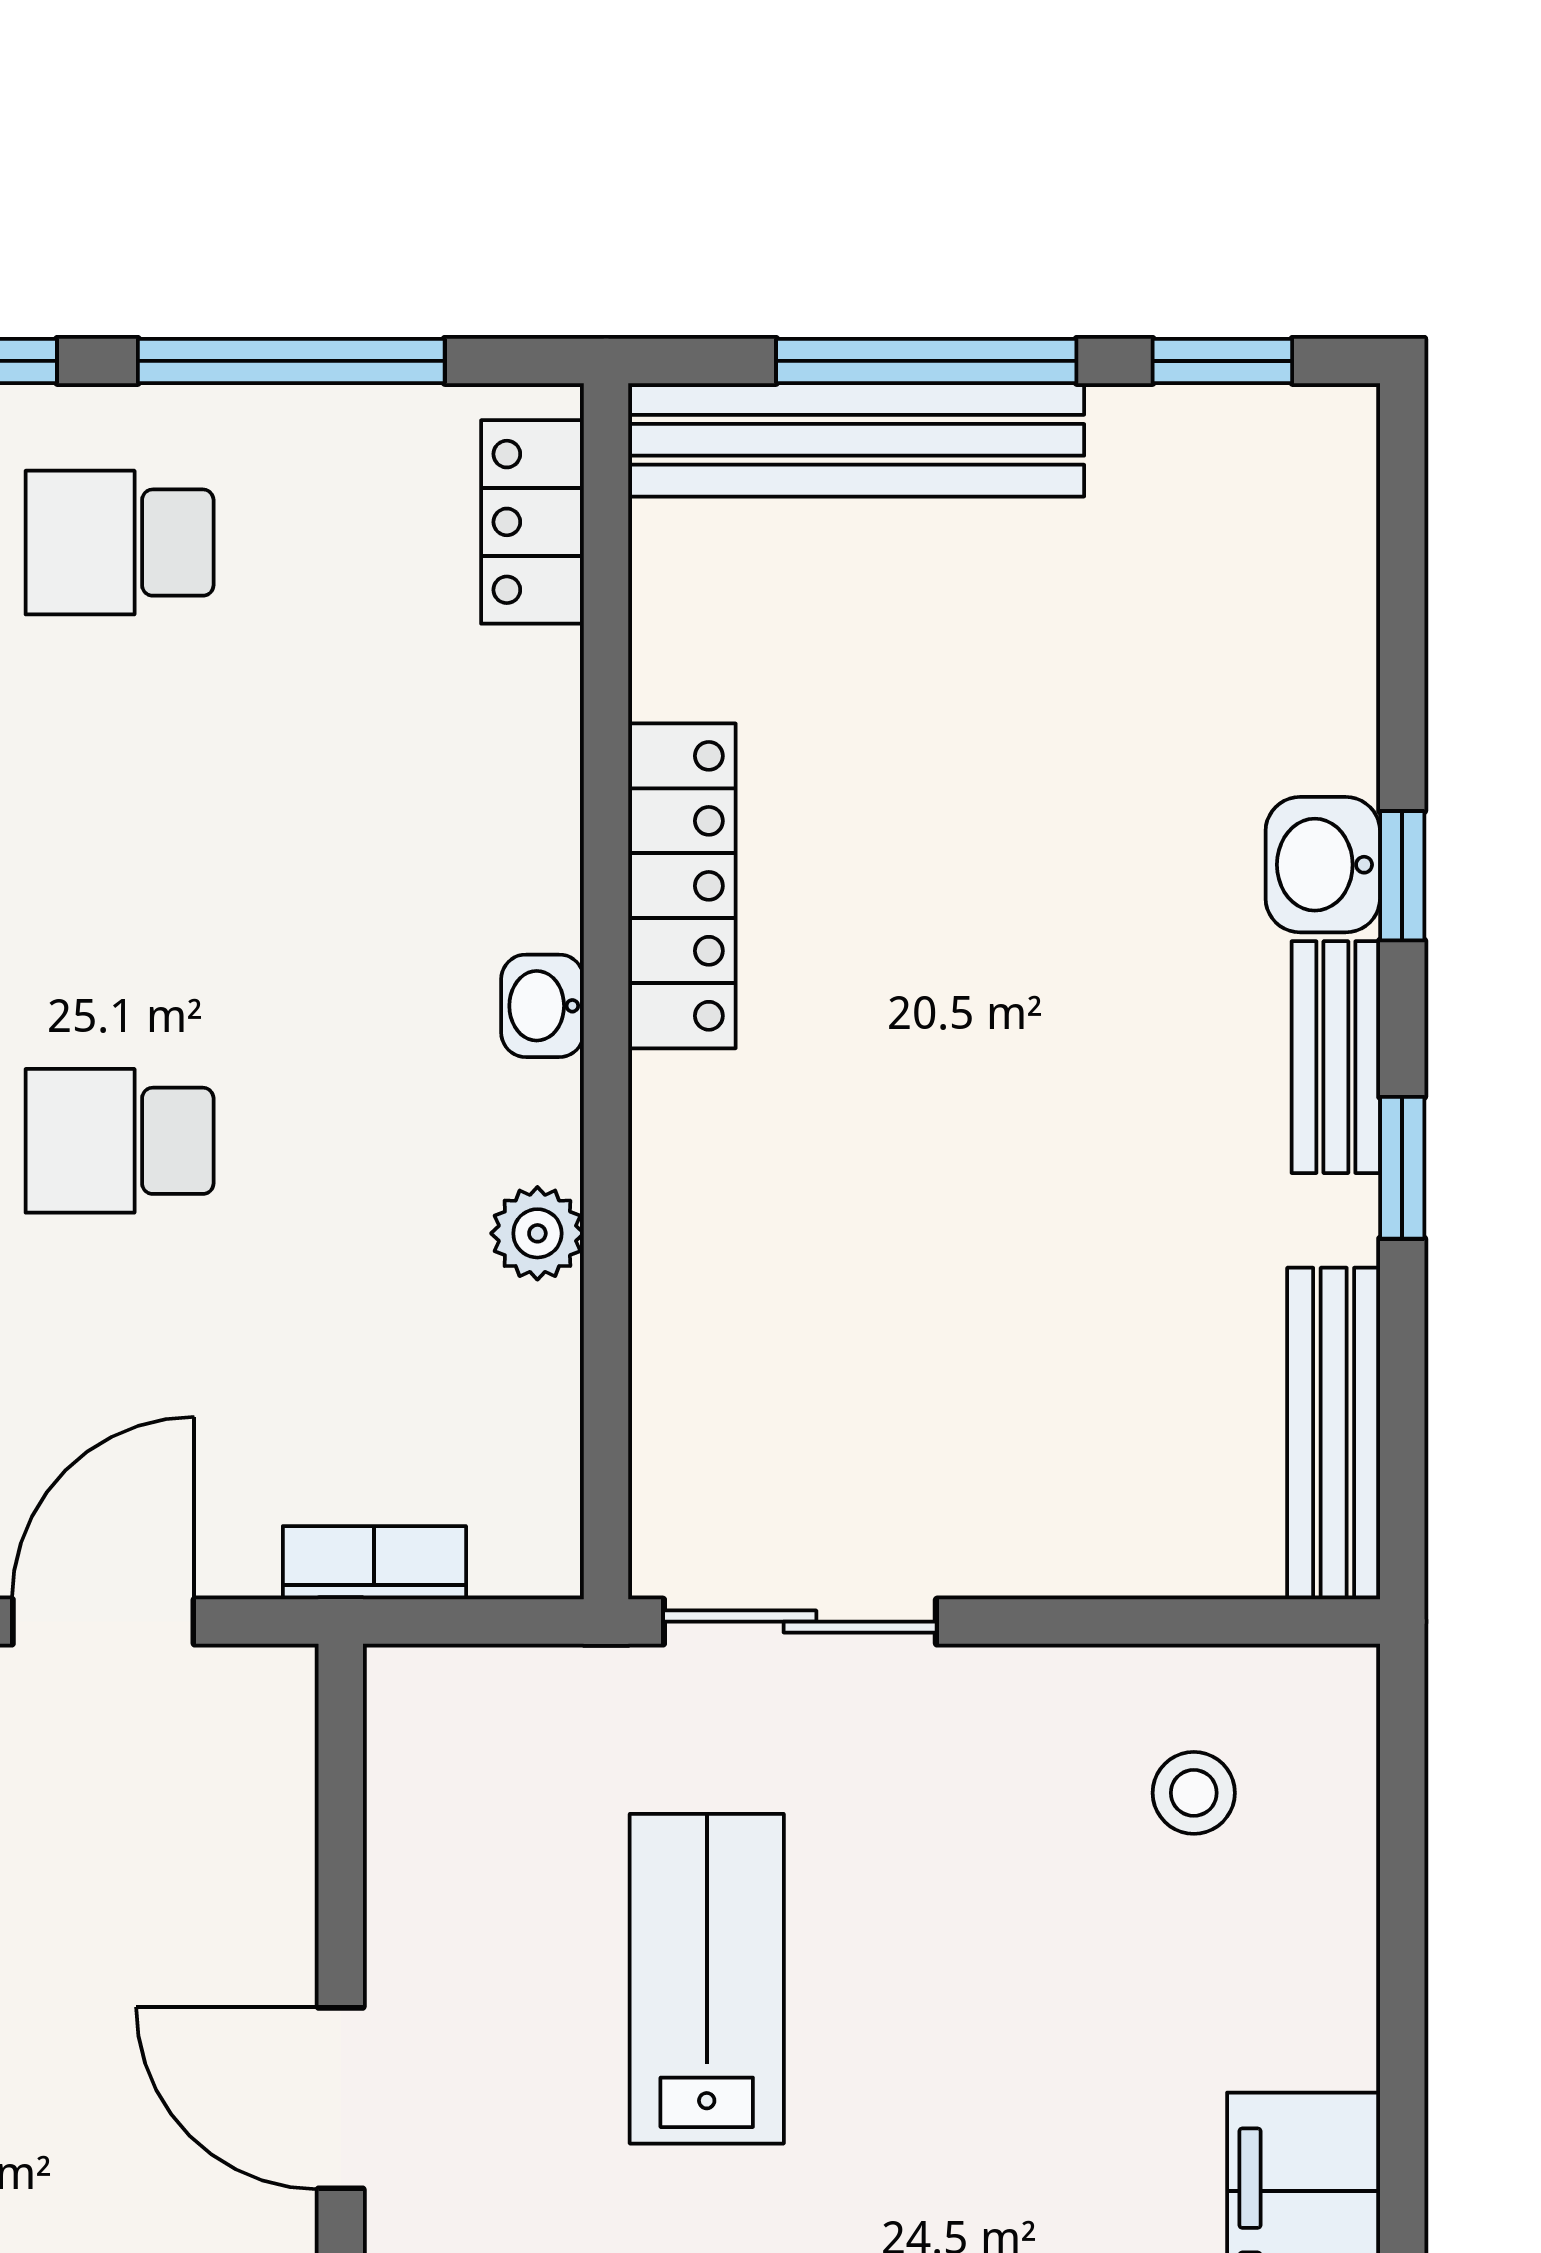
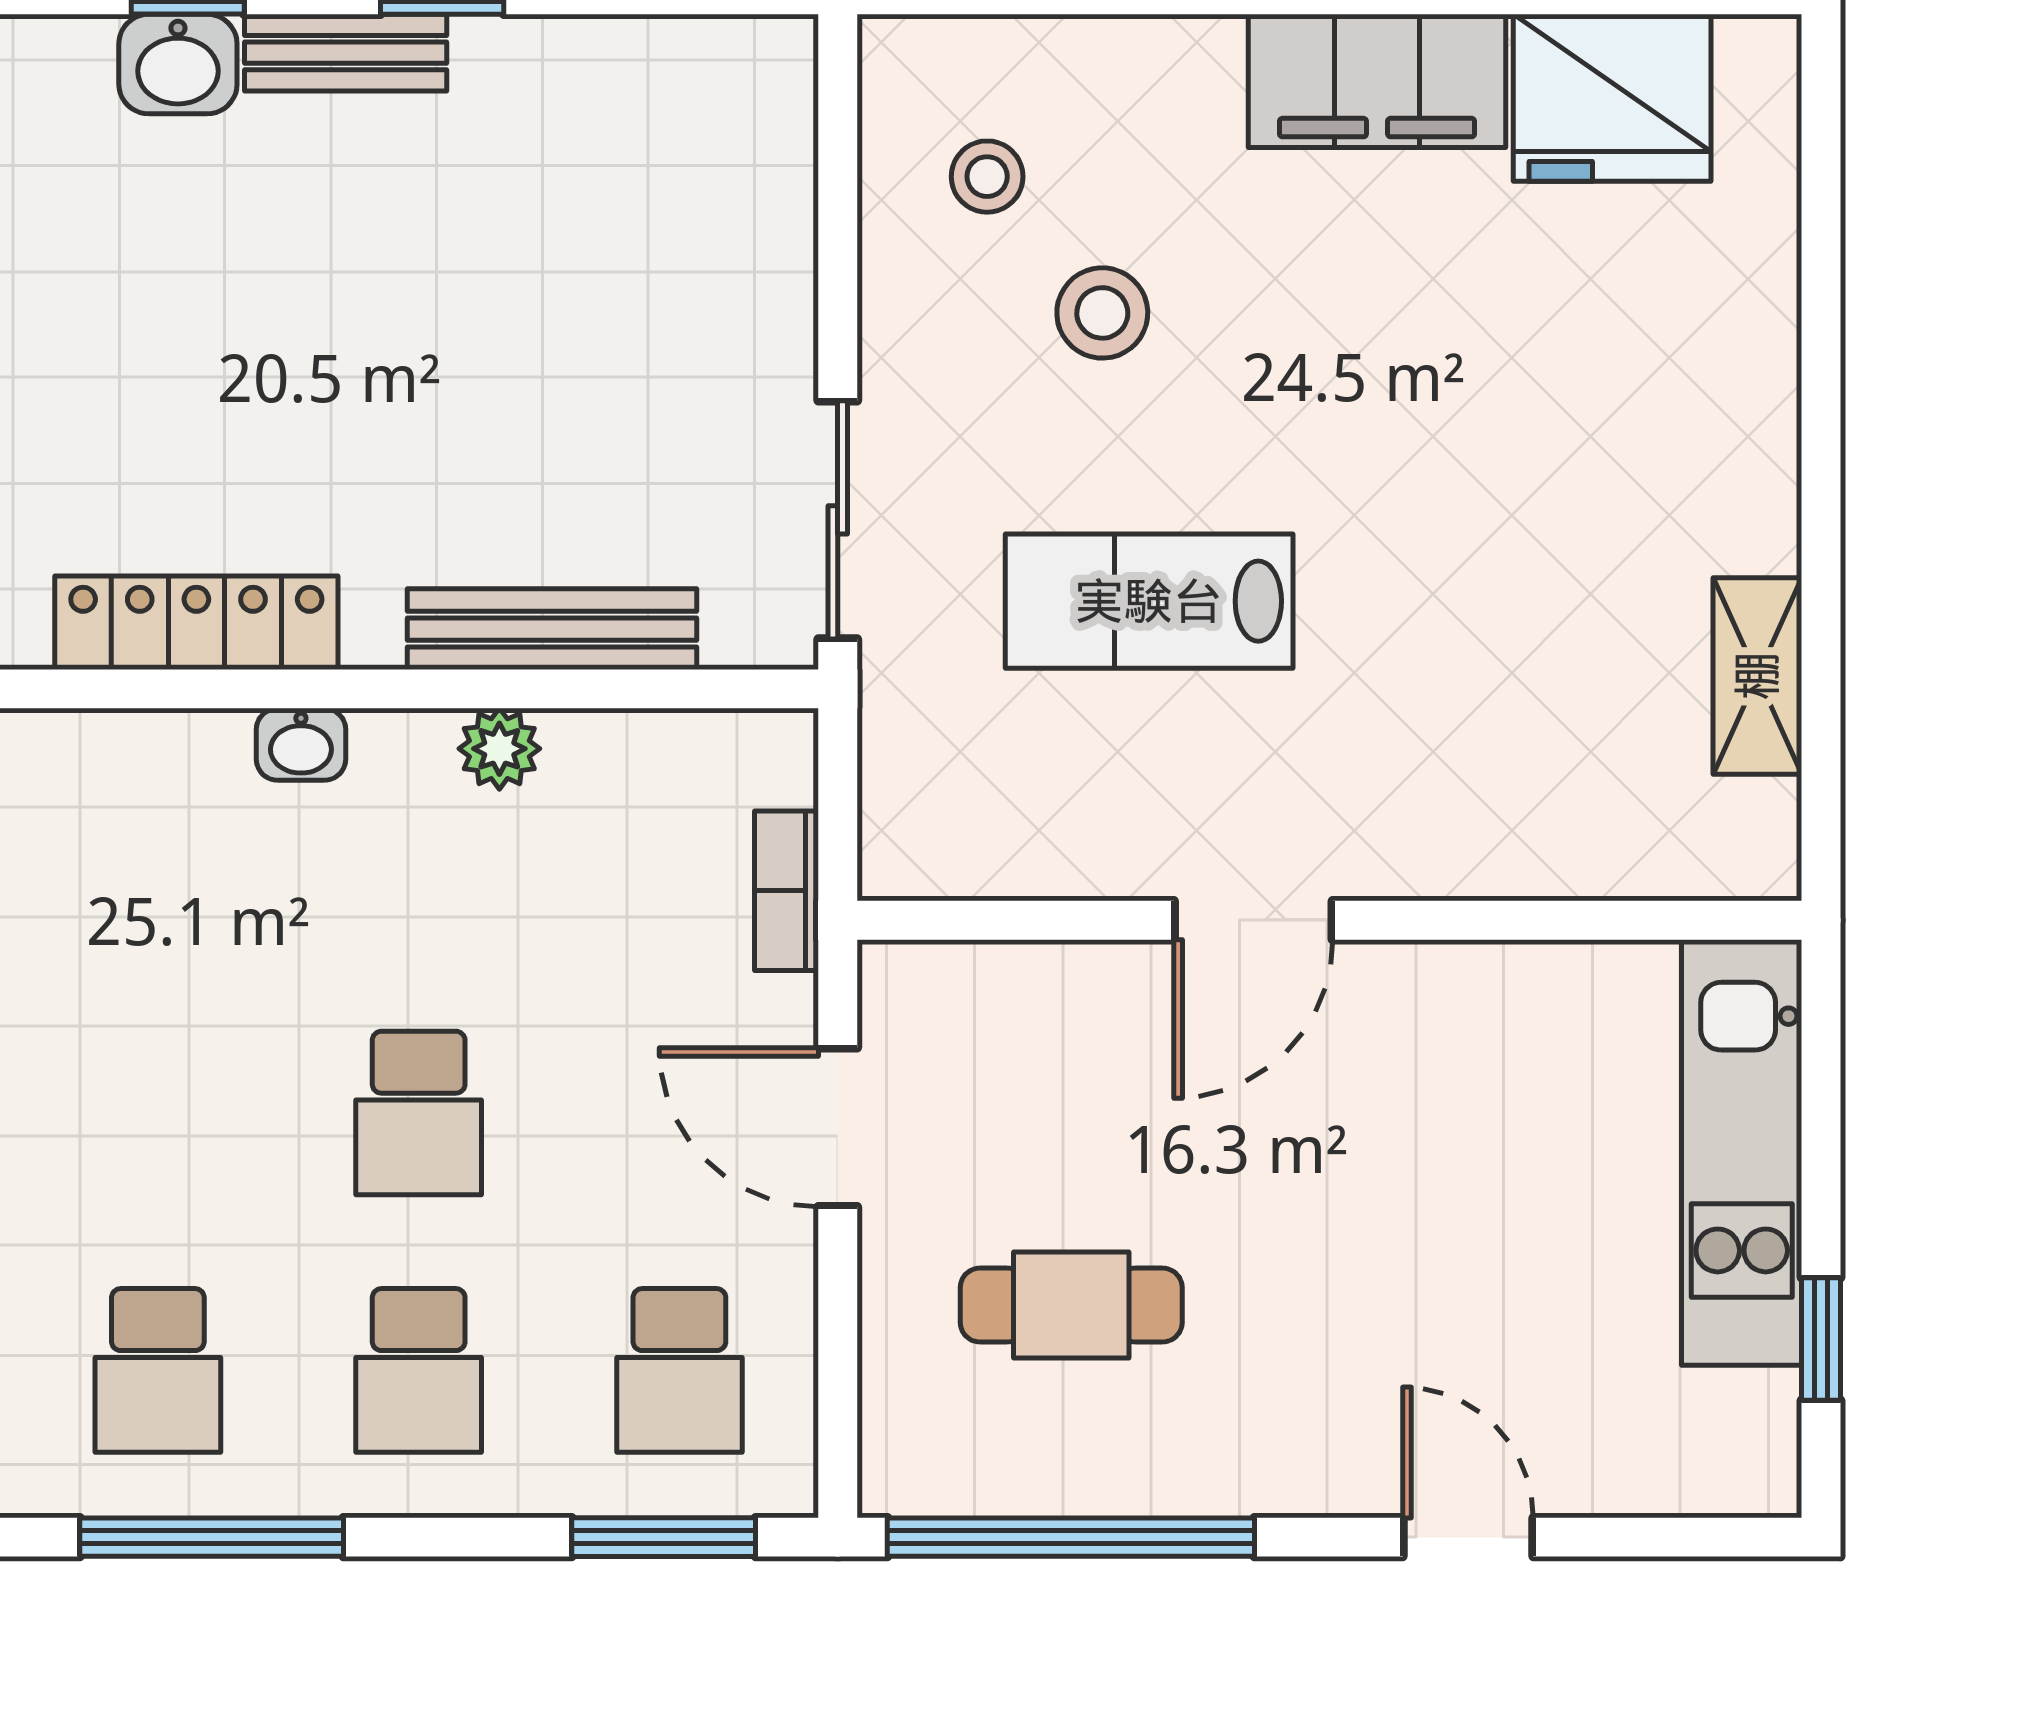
bench: (1334, 1434) -> (552, 629), moved
stool: (1037, 1925) -> (1102, 313), added

